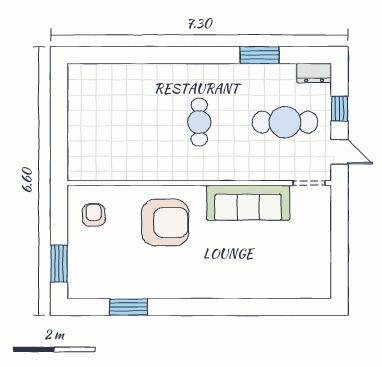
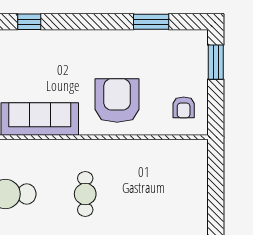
armchair: (165, 222) -> (117, 101), turned 90
window: (259, 307) -> (29, 22), added

